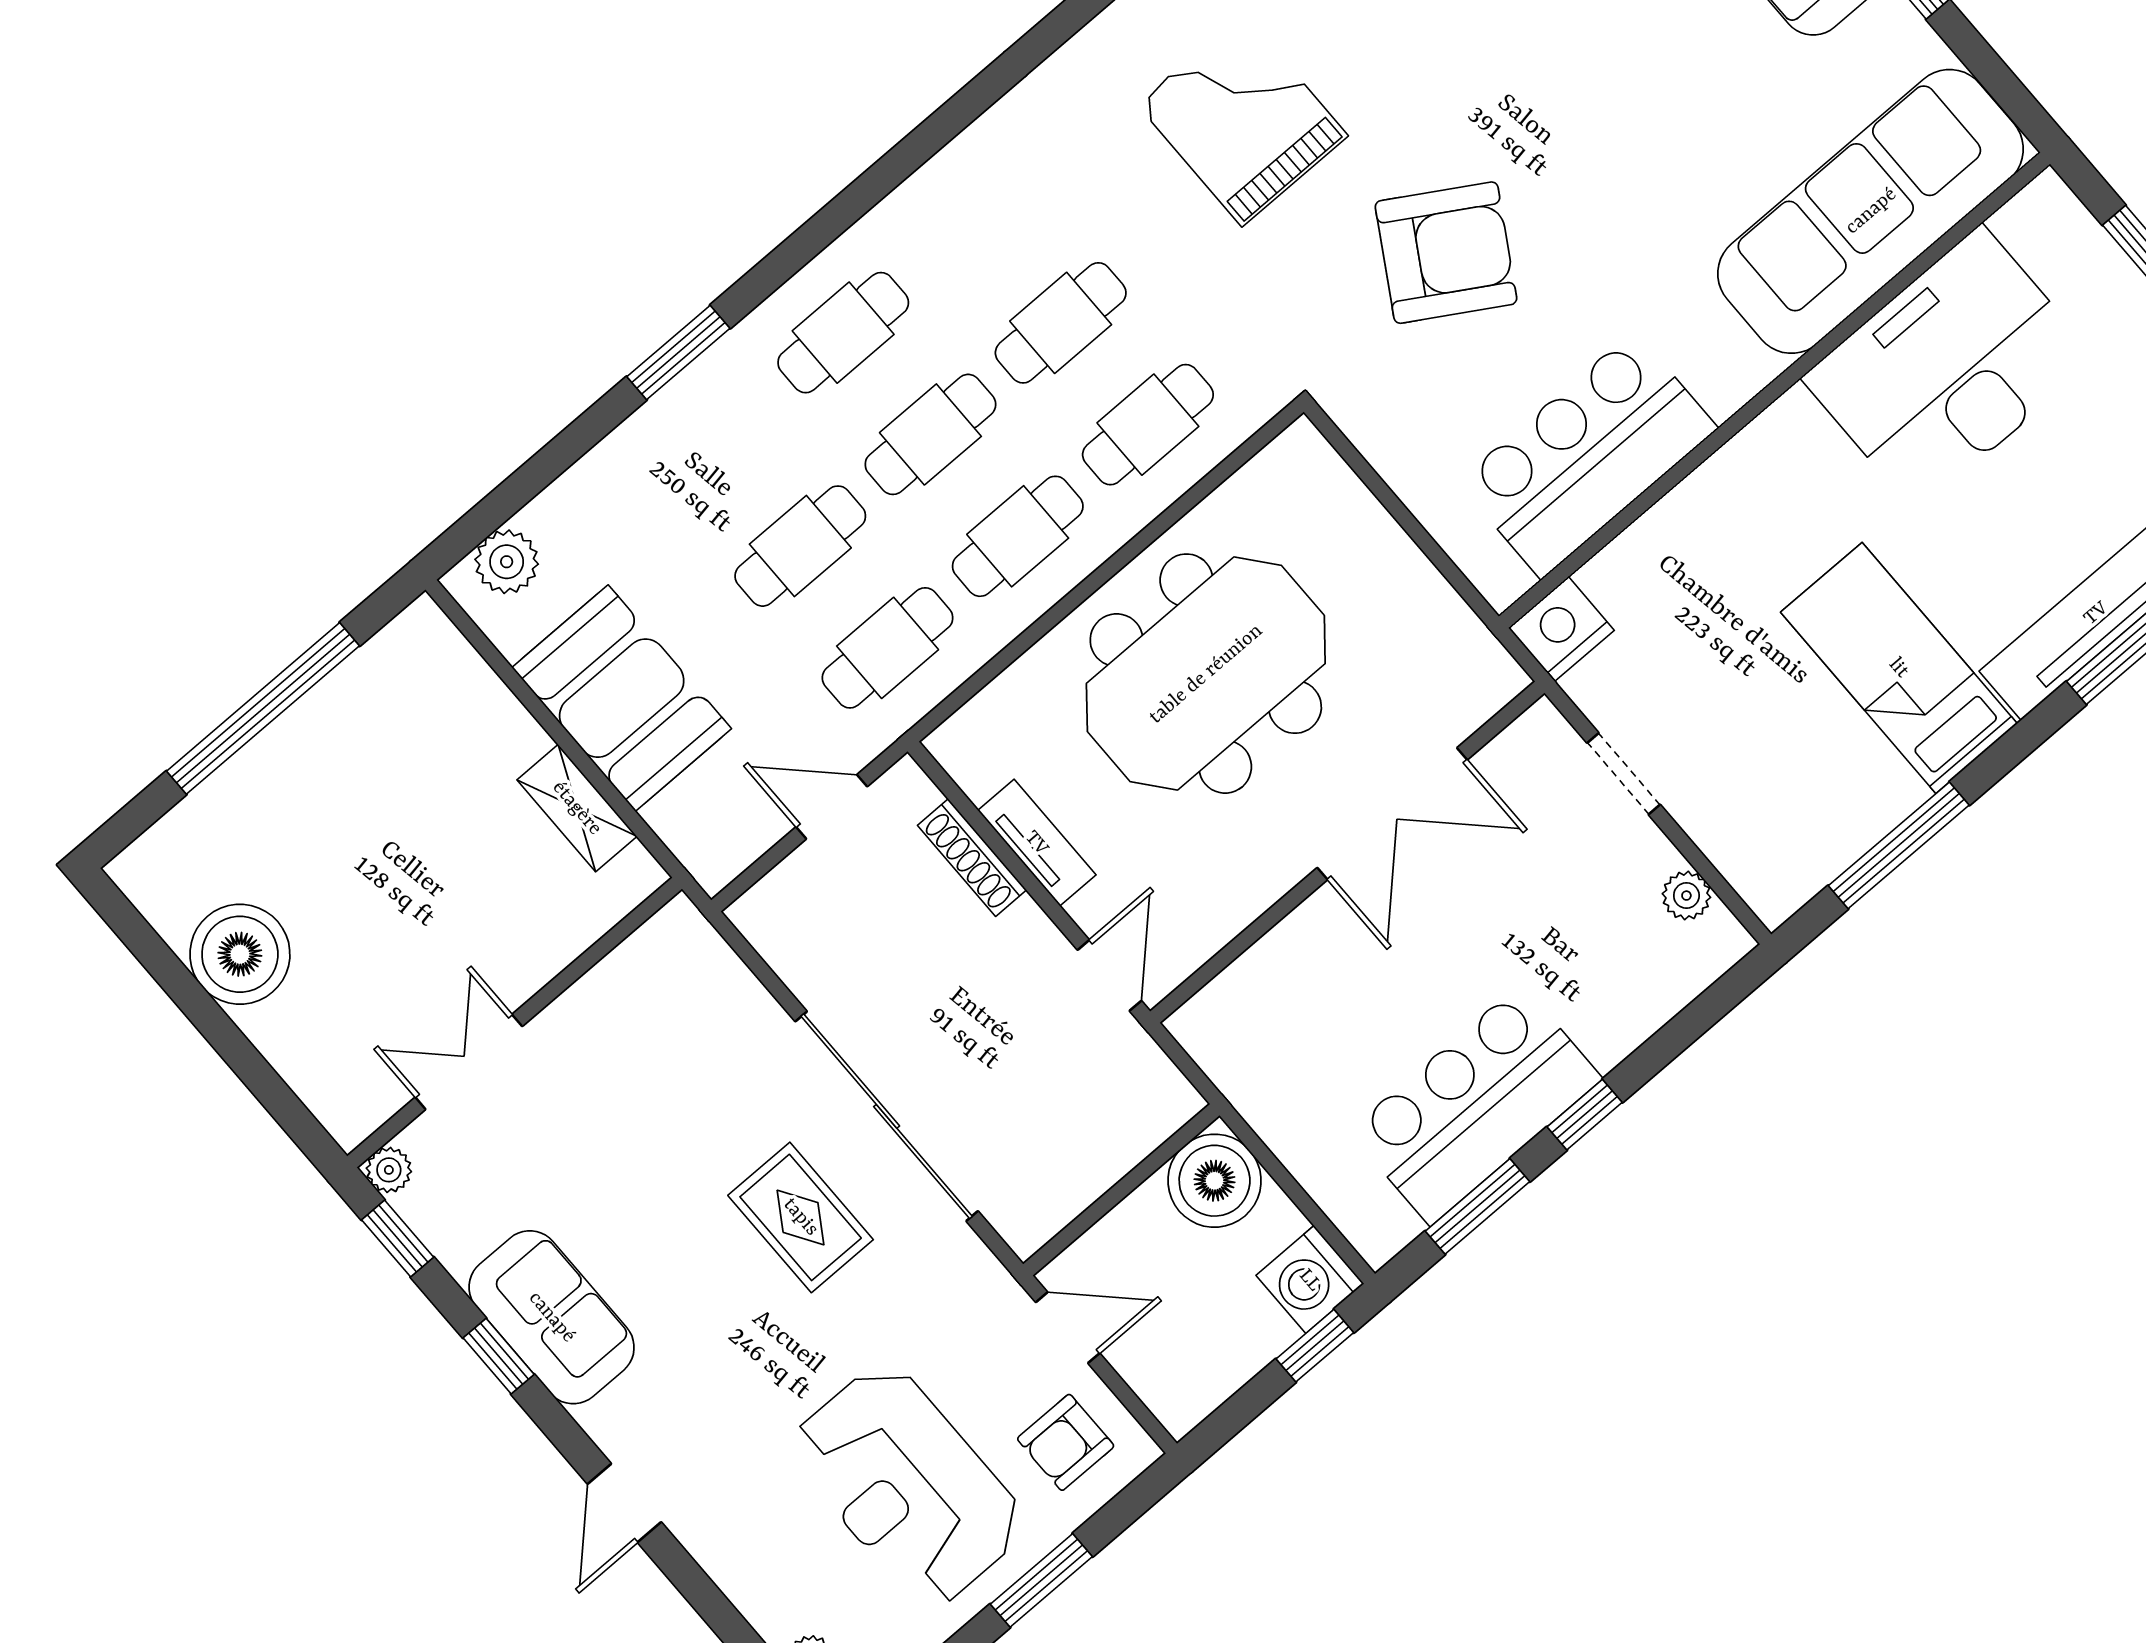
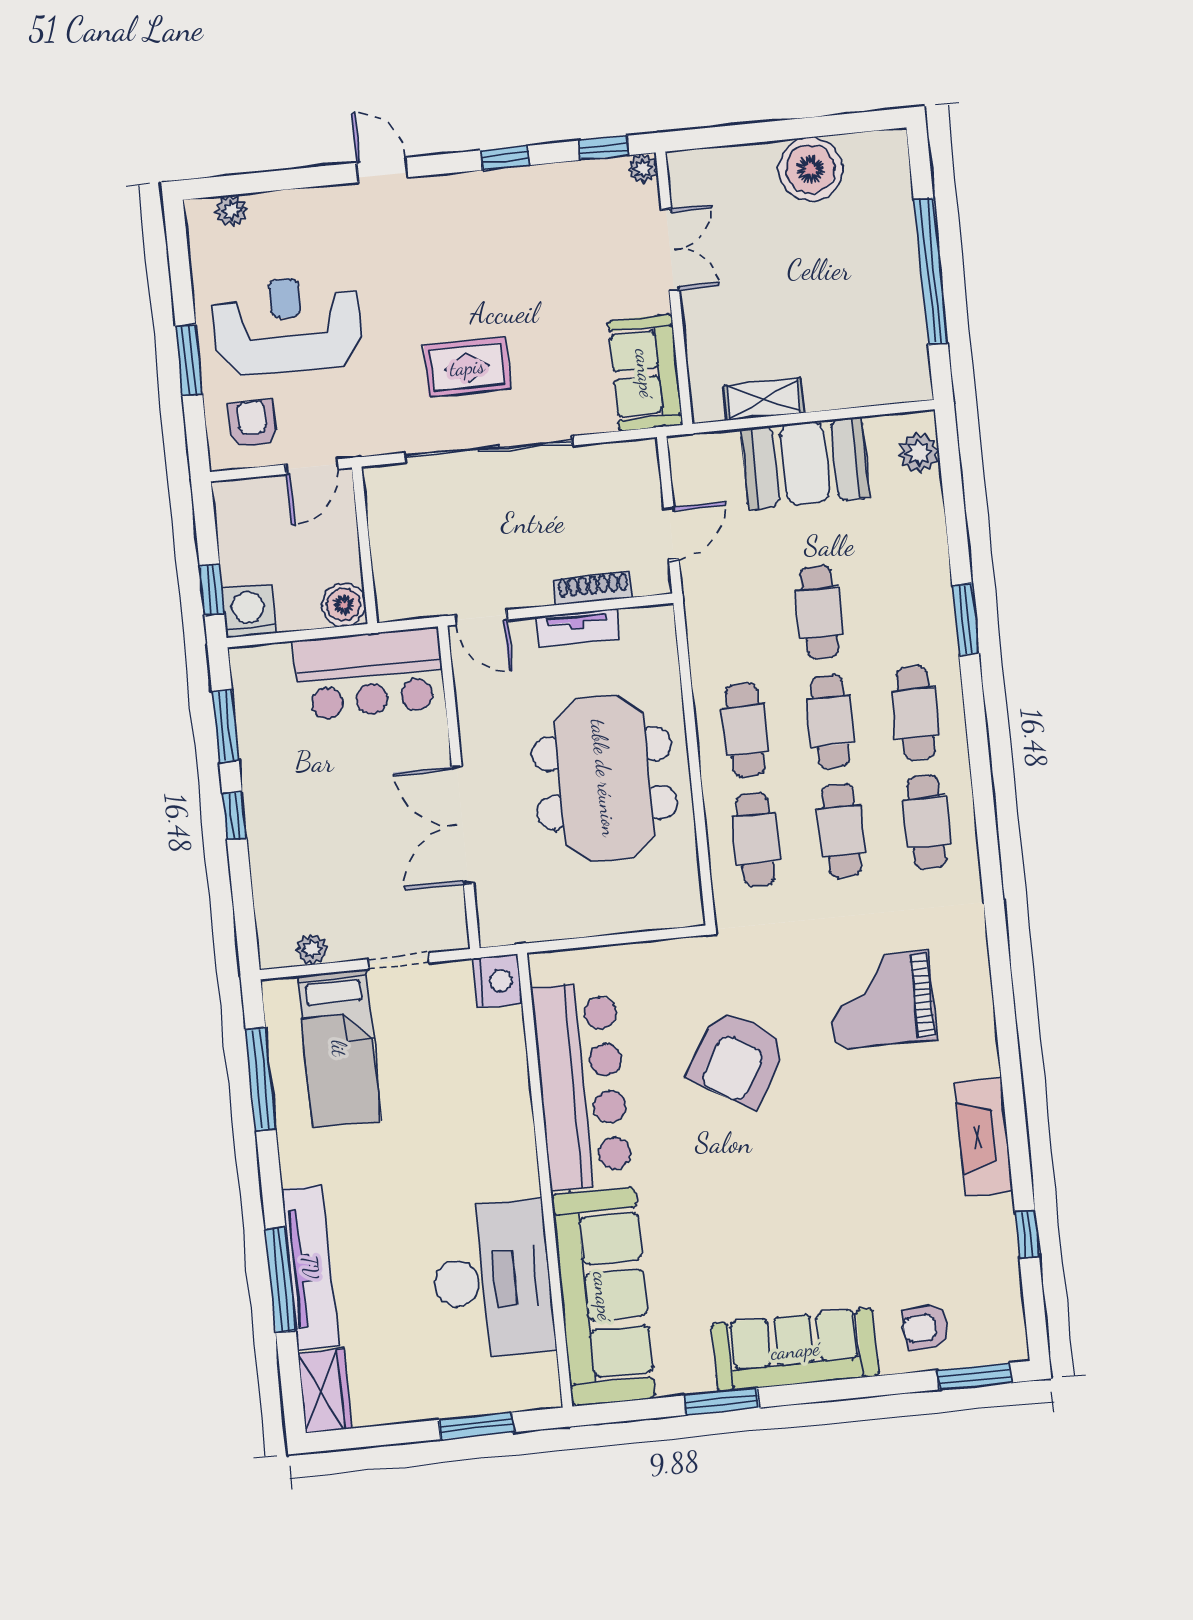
grand piano: (1242, 120) -> (881, 1000), turned 180
bar counter: (1588, 455) -> (582, 1086), width x1.36
cafe table: (888, 648) -> (927, 822), moved
bed: (1899, 668) -> (339, 1048), moved, turned 90
bar counter: (1475, 1105) -> (369, 674), moved, turned 90
boiler: (1215, 1181) -> (344, 605), width x0.73, depth x0.73
sofa: (552, 1317) -> (645, 373), moved, turned 90

